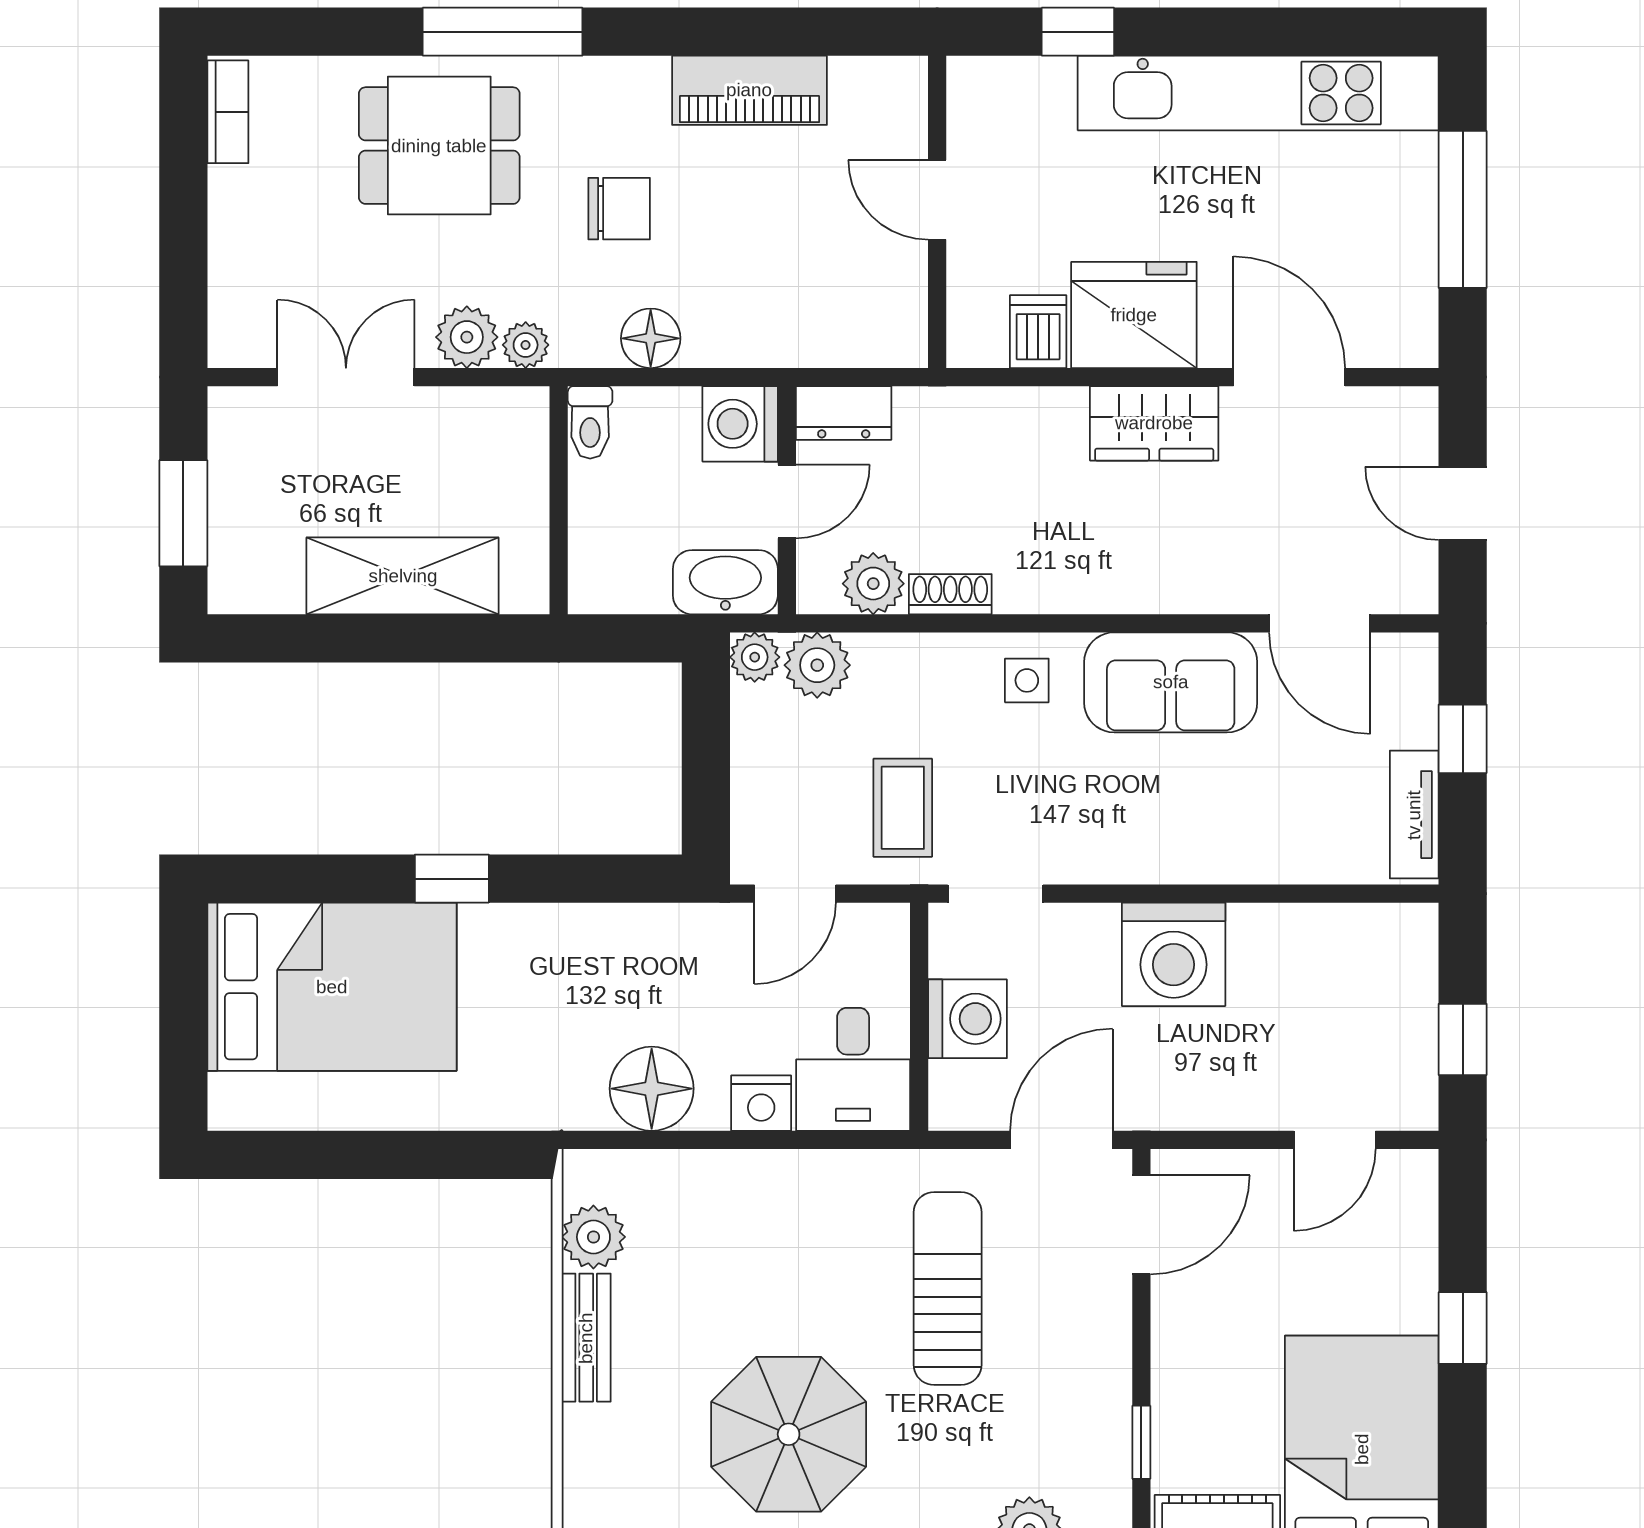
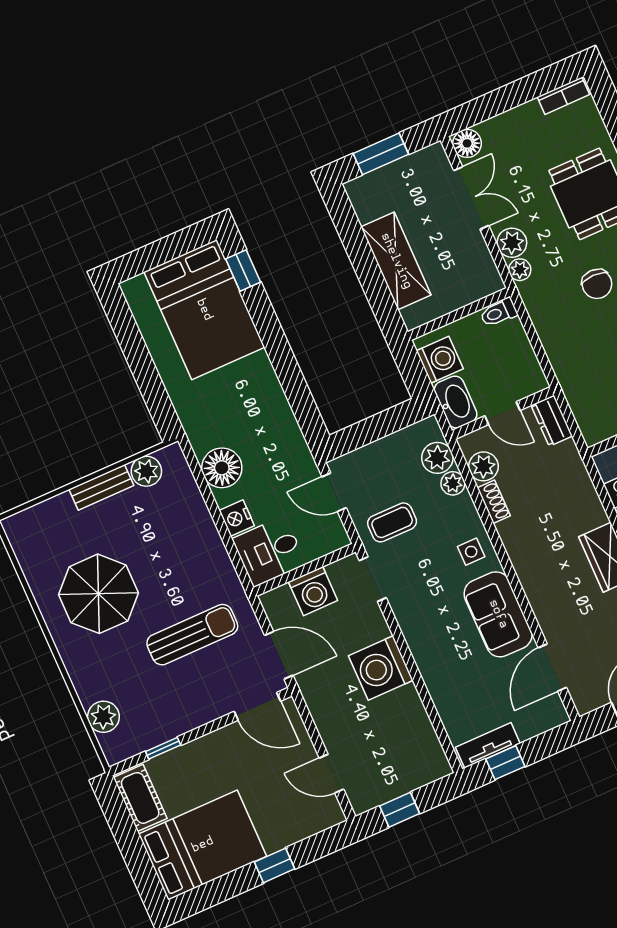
floor lamp: (651, 338) -> (467, 143), moved
washing machine: (740, 424) -> (440, 360), moved, turned 90
plant: (755, 657) -> (453, 483), moved
window: (1463, 739) -> (505, 763), moved
window: (452, 879) -> (243, 271), moved

